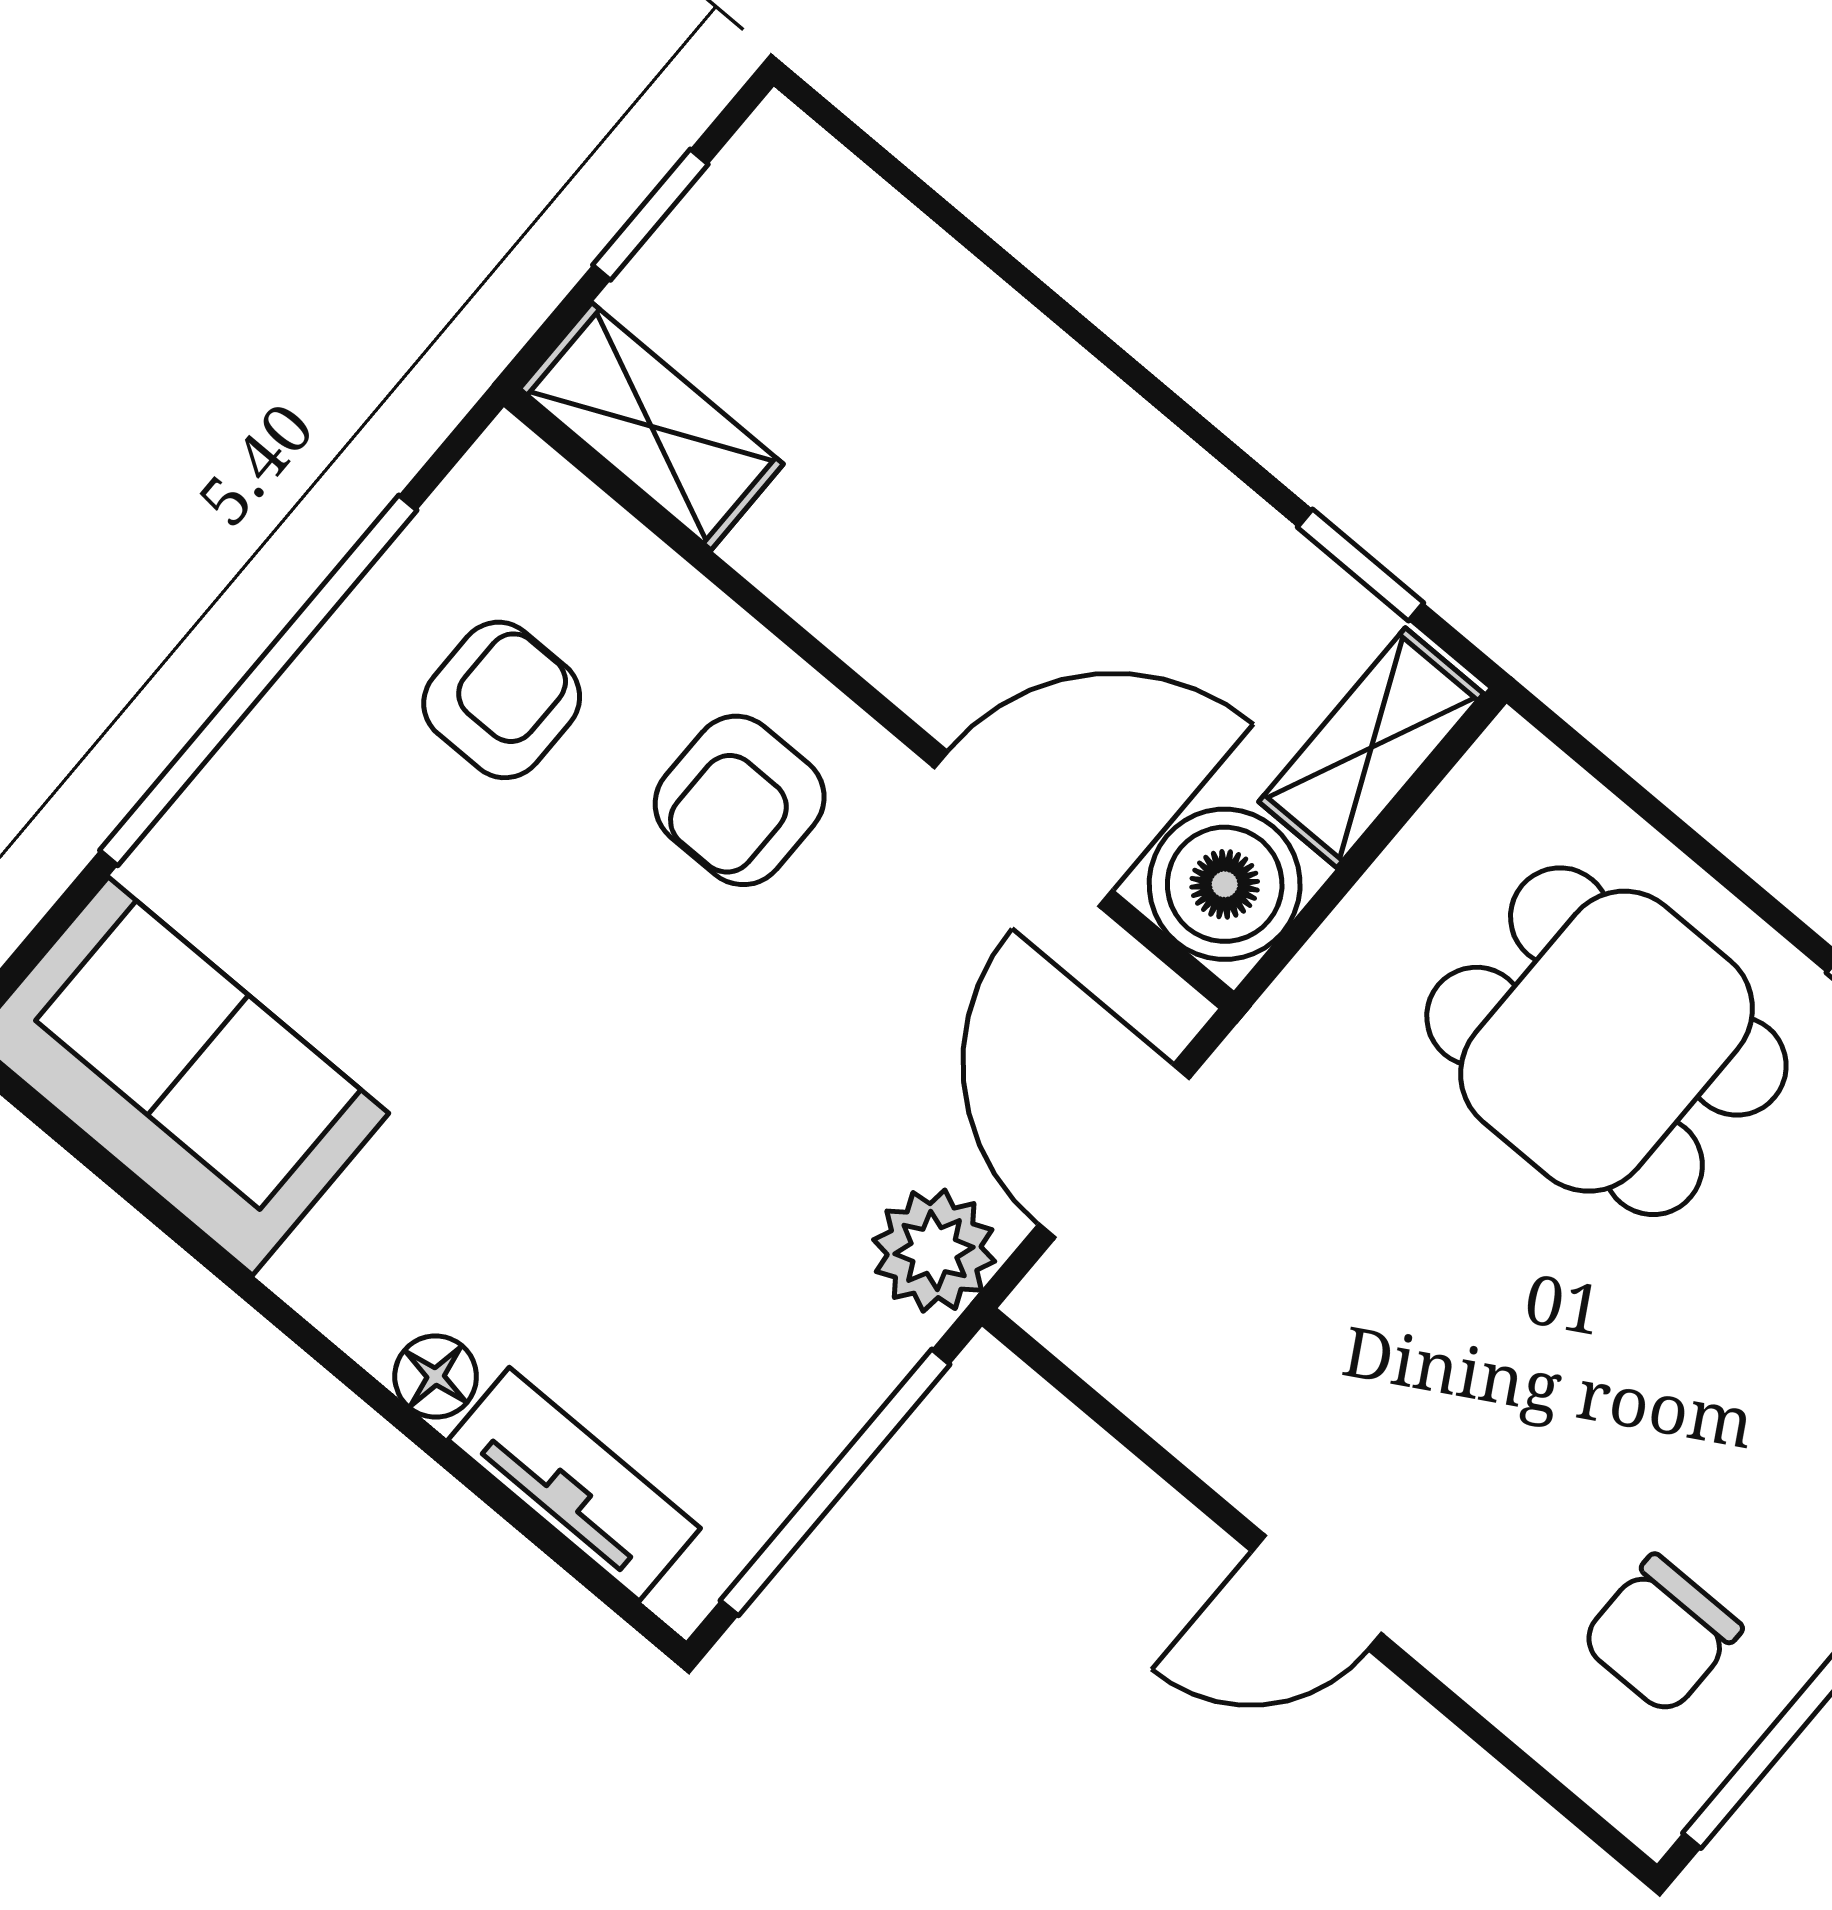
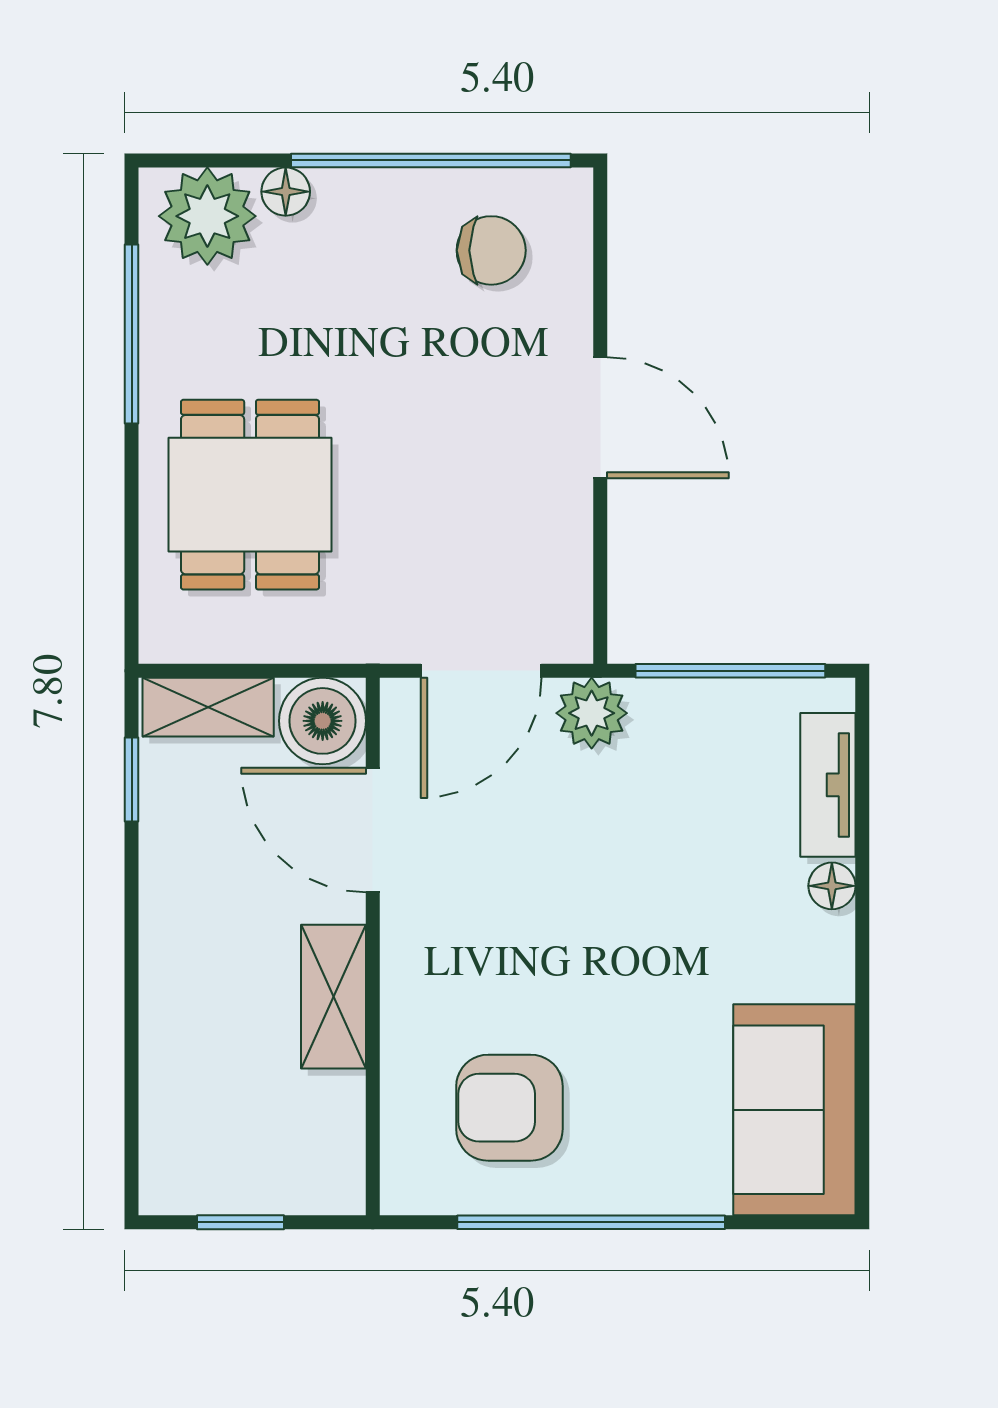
shelving: (651, 426) -> (333, 997), moved
armchair: (502, 700) -> (509, 1108), width x1.38, depth x1.38
armchair: (740, 800) -> (465, 966), removed
door: (1317, 1592) -> (600, 418), width x1.38

